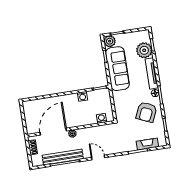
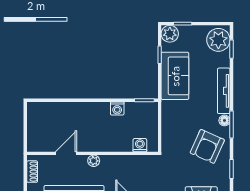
plant: (144, 50) -> (218, 40), moved
sofa: (117, 69) -> (175, 76), width x0.73
door: (53, 132) -> (66, 153), width x0.53

